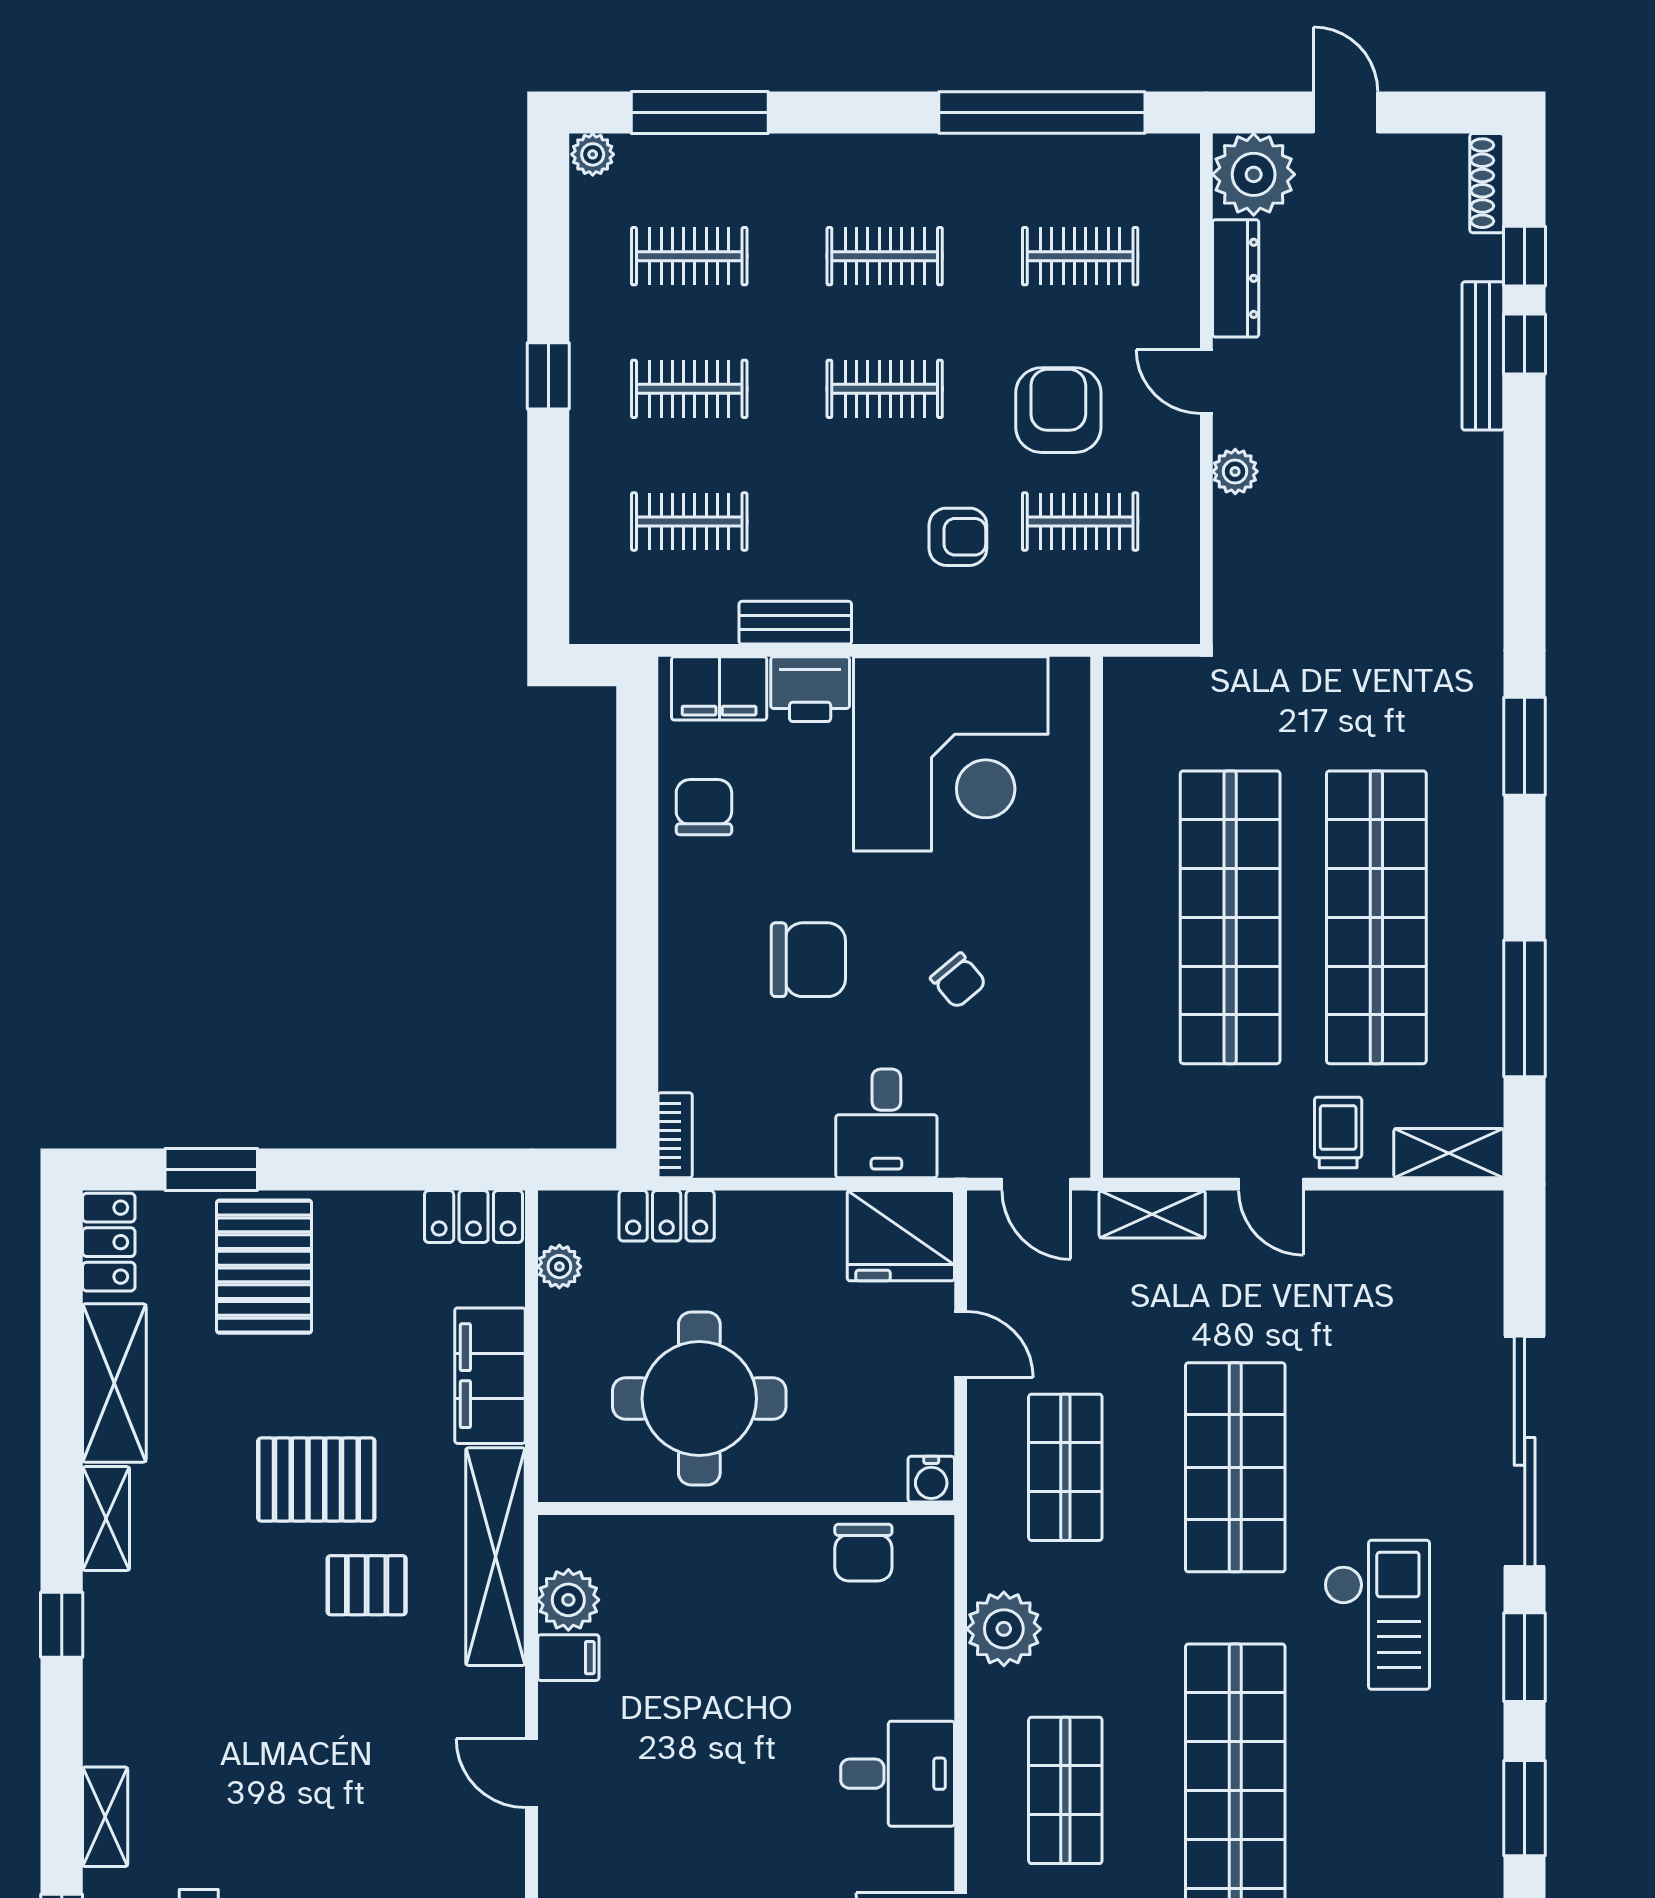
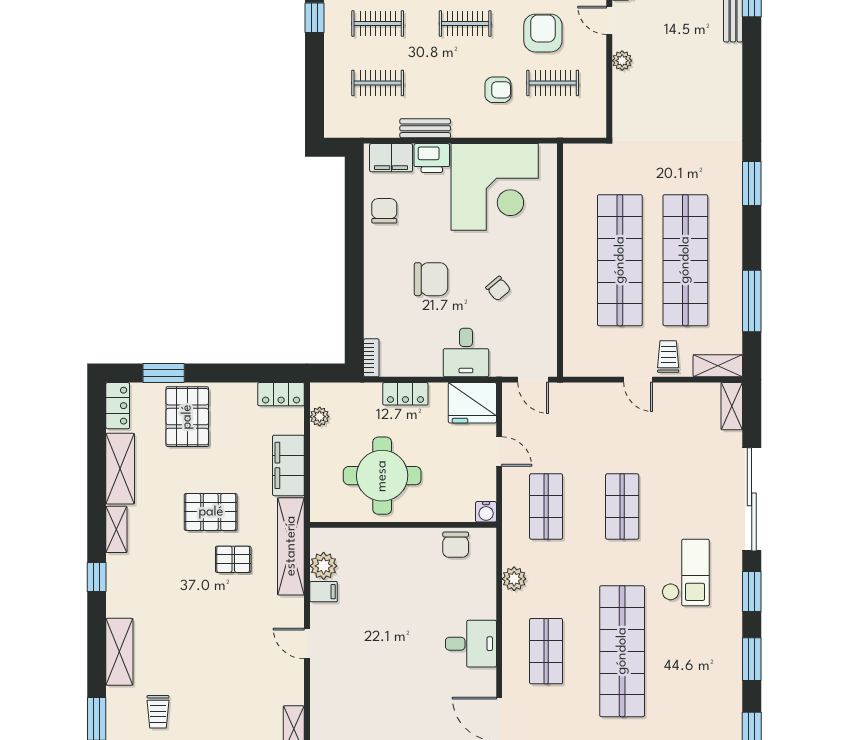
shelving: (1152, 1214) -> (732, 406), moved, turned 90
locker: (667, 1216) -> (405, 394), moved
shop shelf: (1235, 1467) -> (622, 506), width x0.70, depth x0.74
plant: (1004, 1629) -> (514, 579), width x0.73, depth x0.73
shelving: (105, 1817) -> (119, 652), width x1.50, depth x1.33

